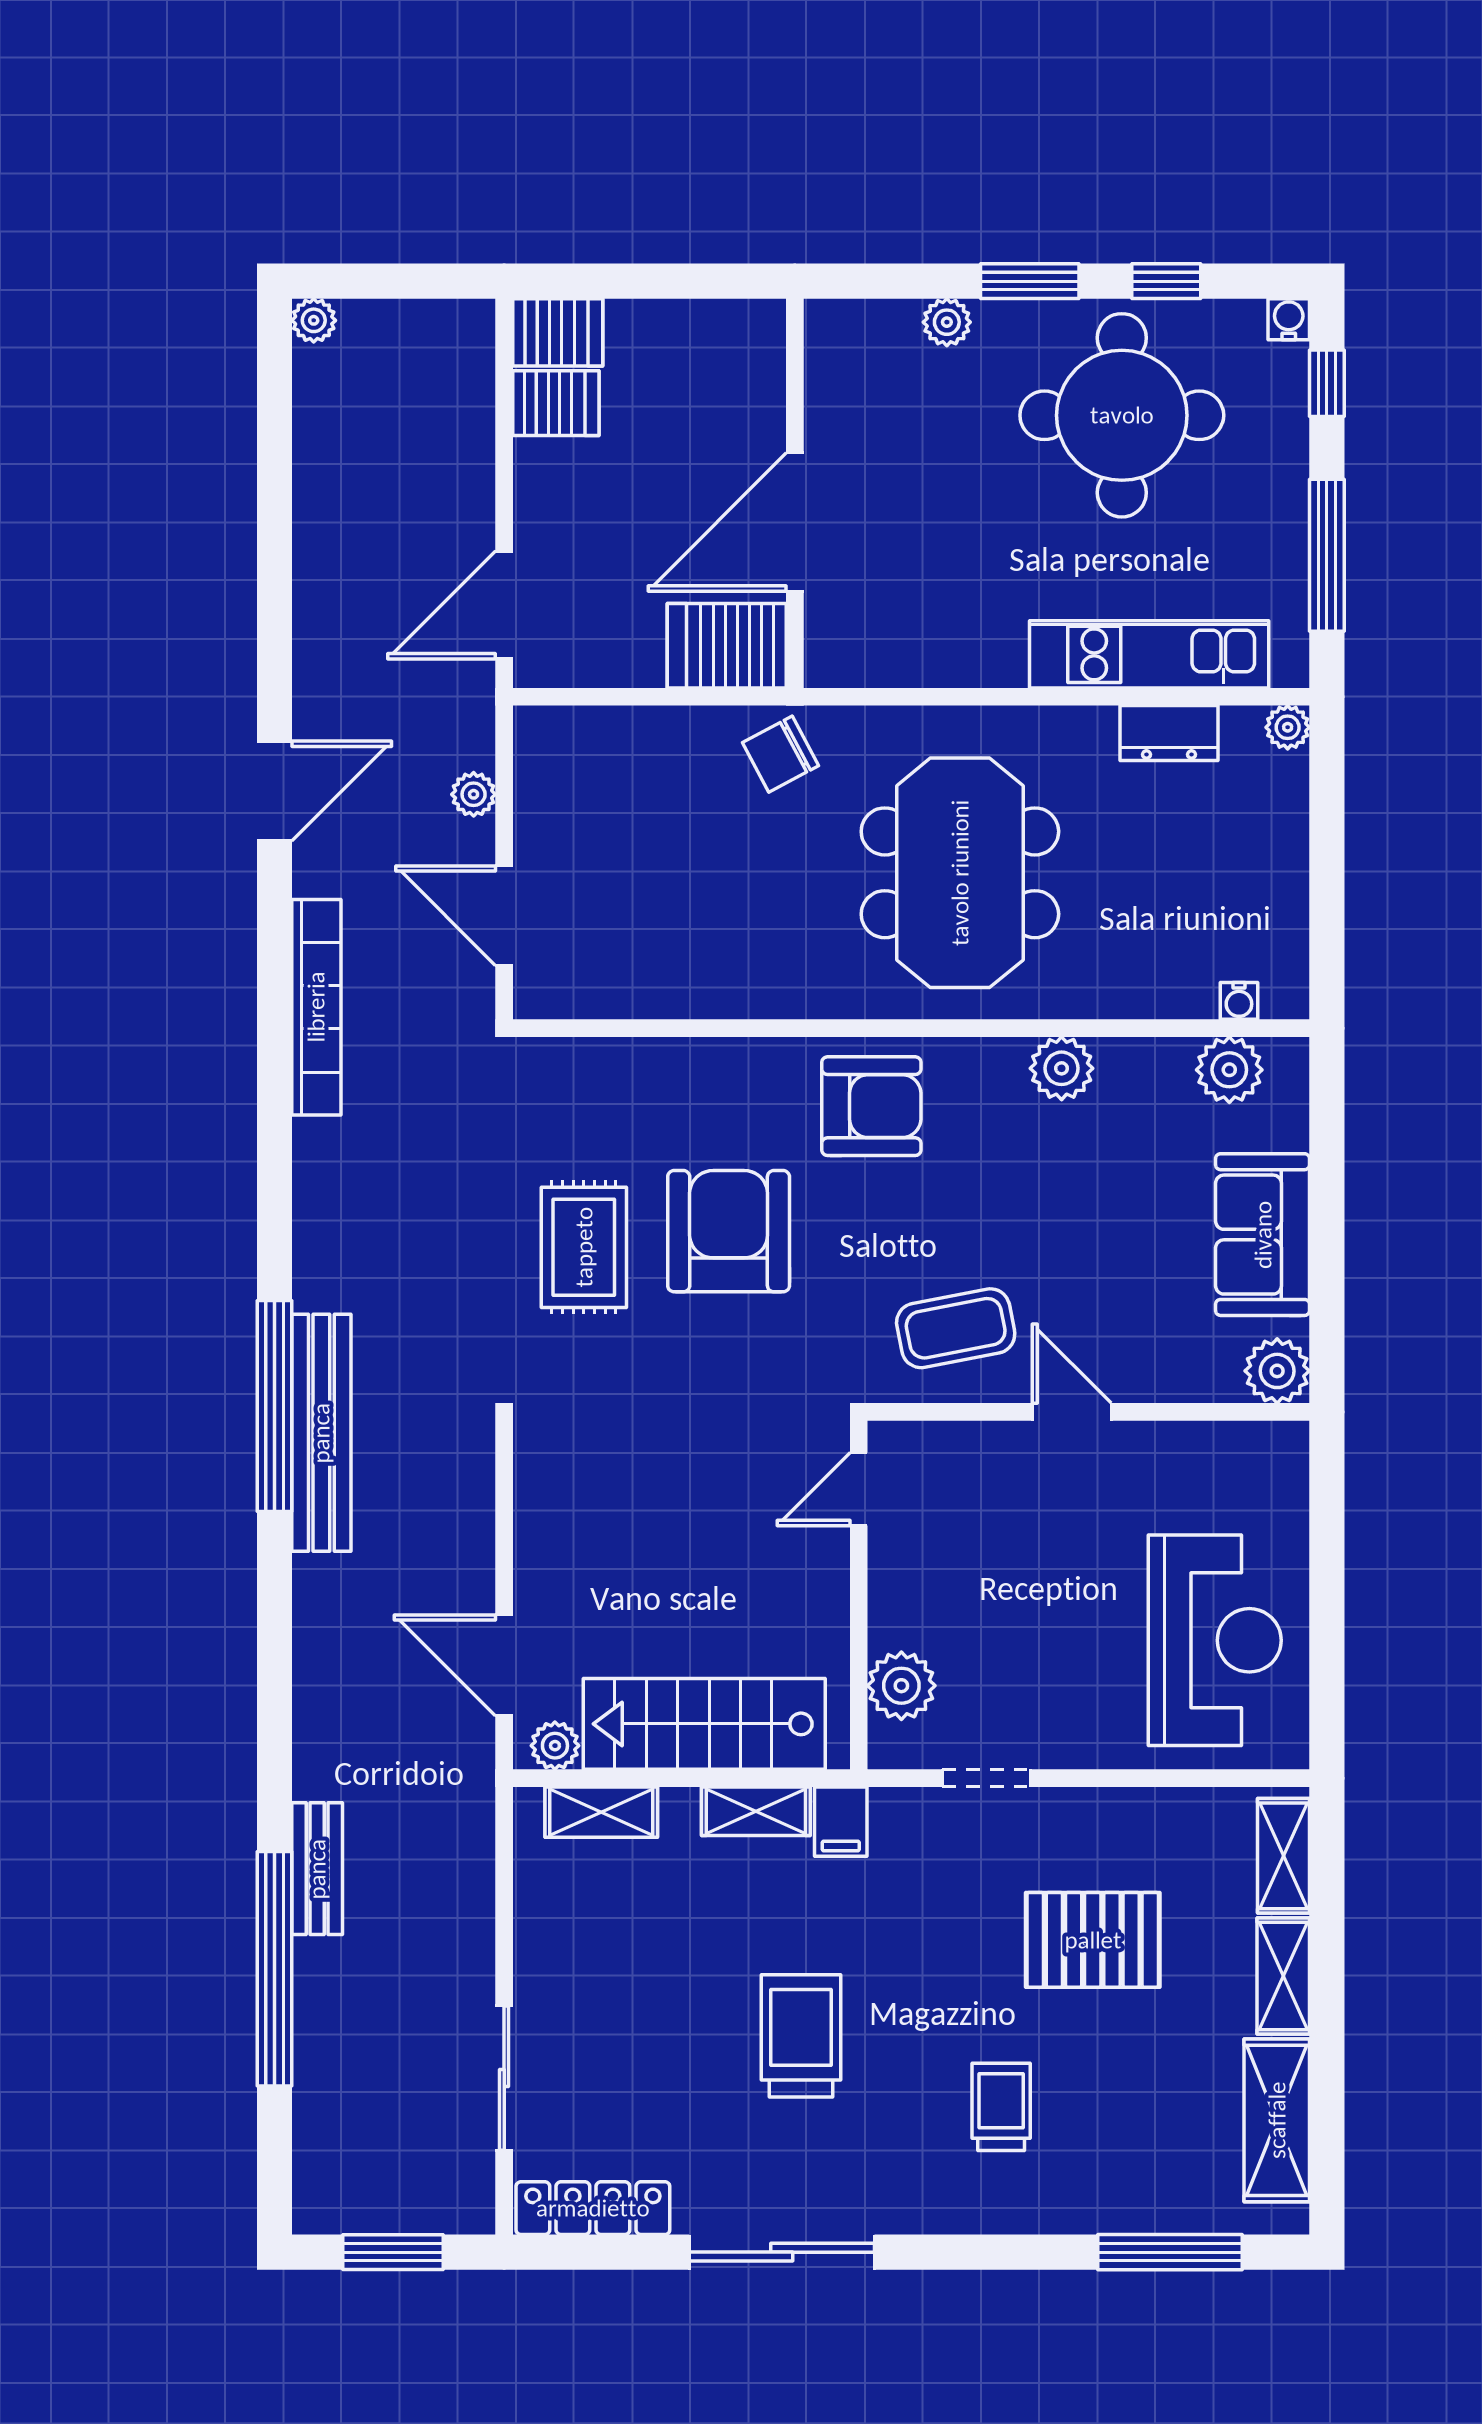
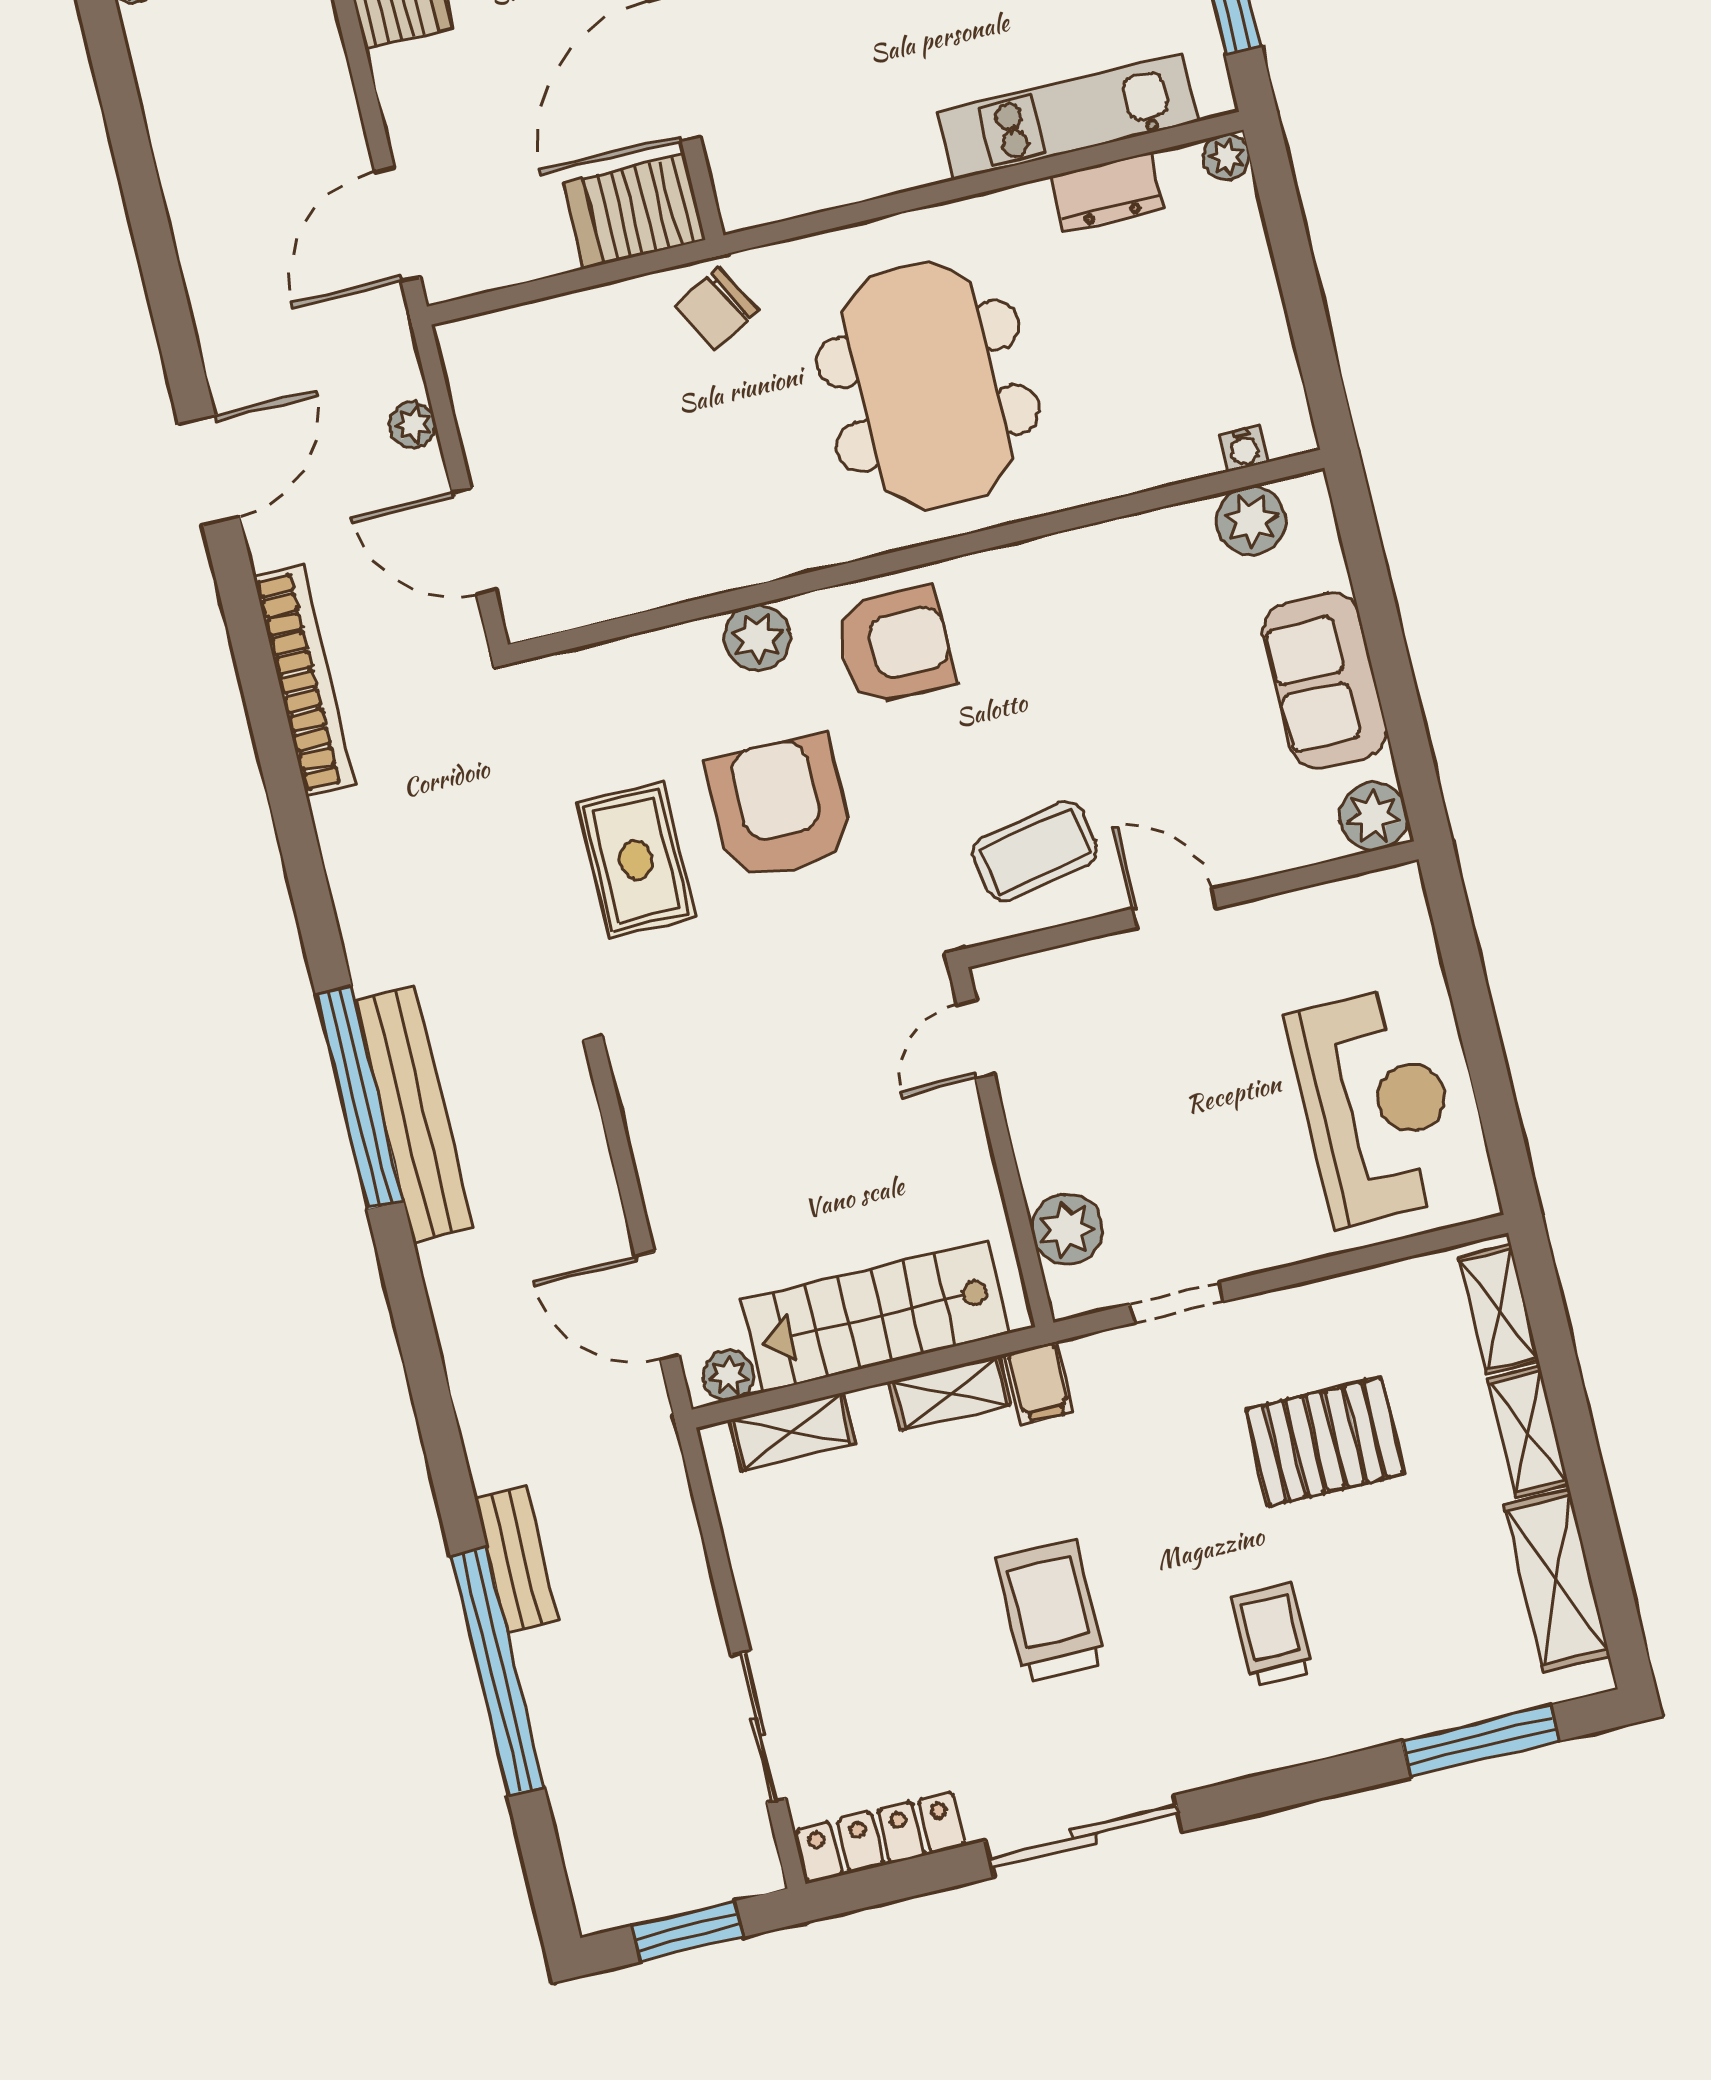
plant: (1062, 1068) -> (757, 638), moved

